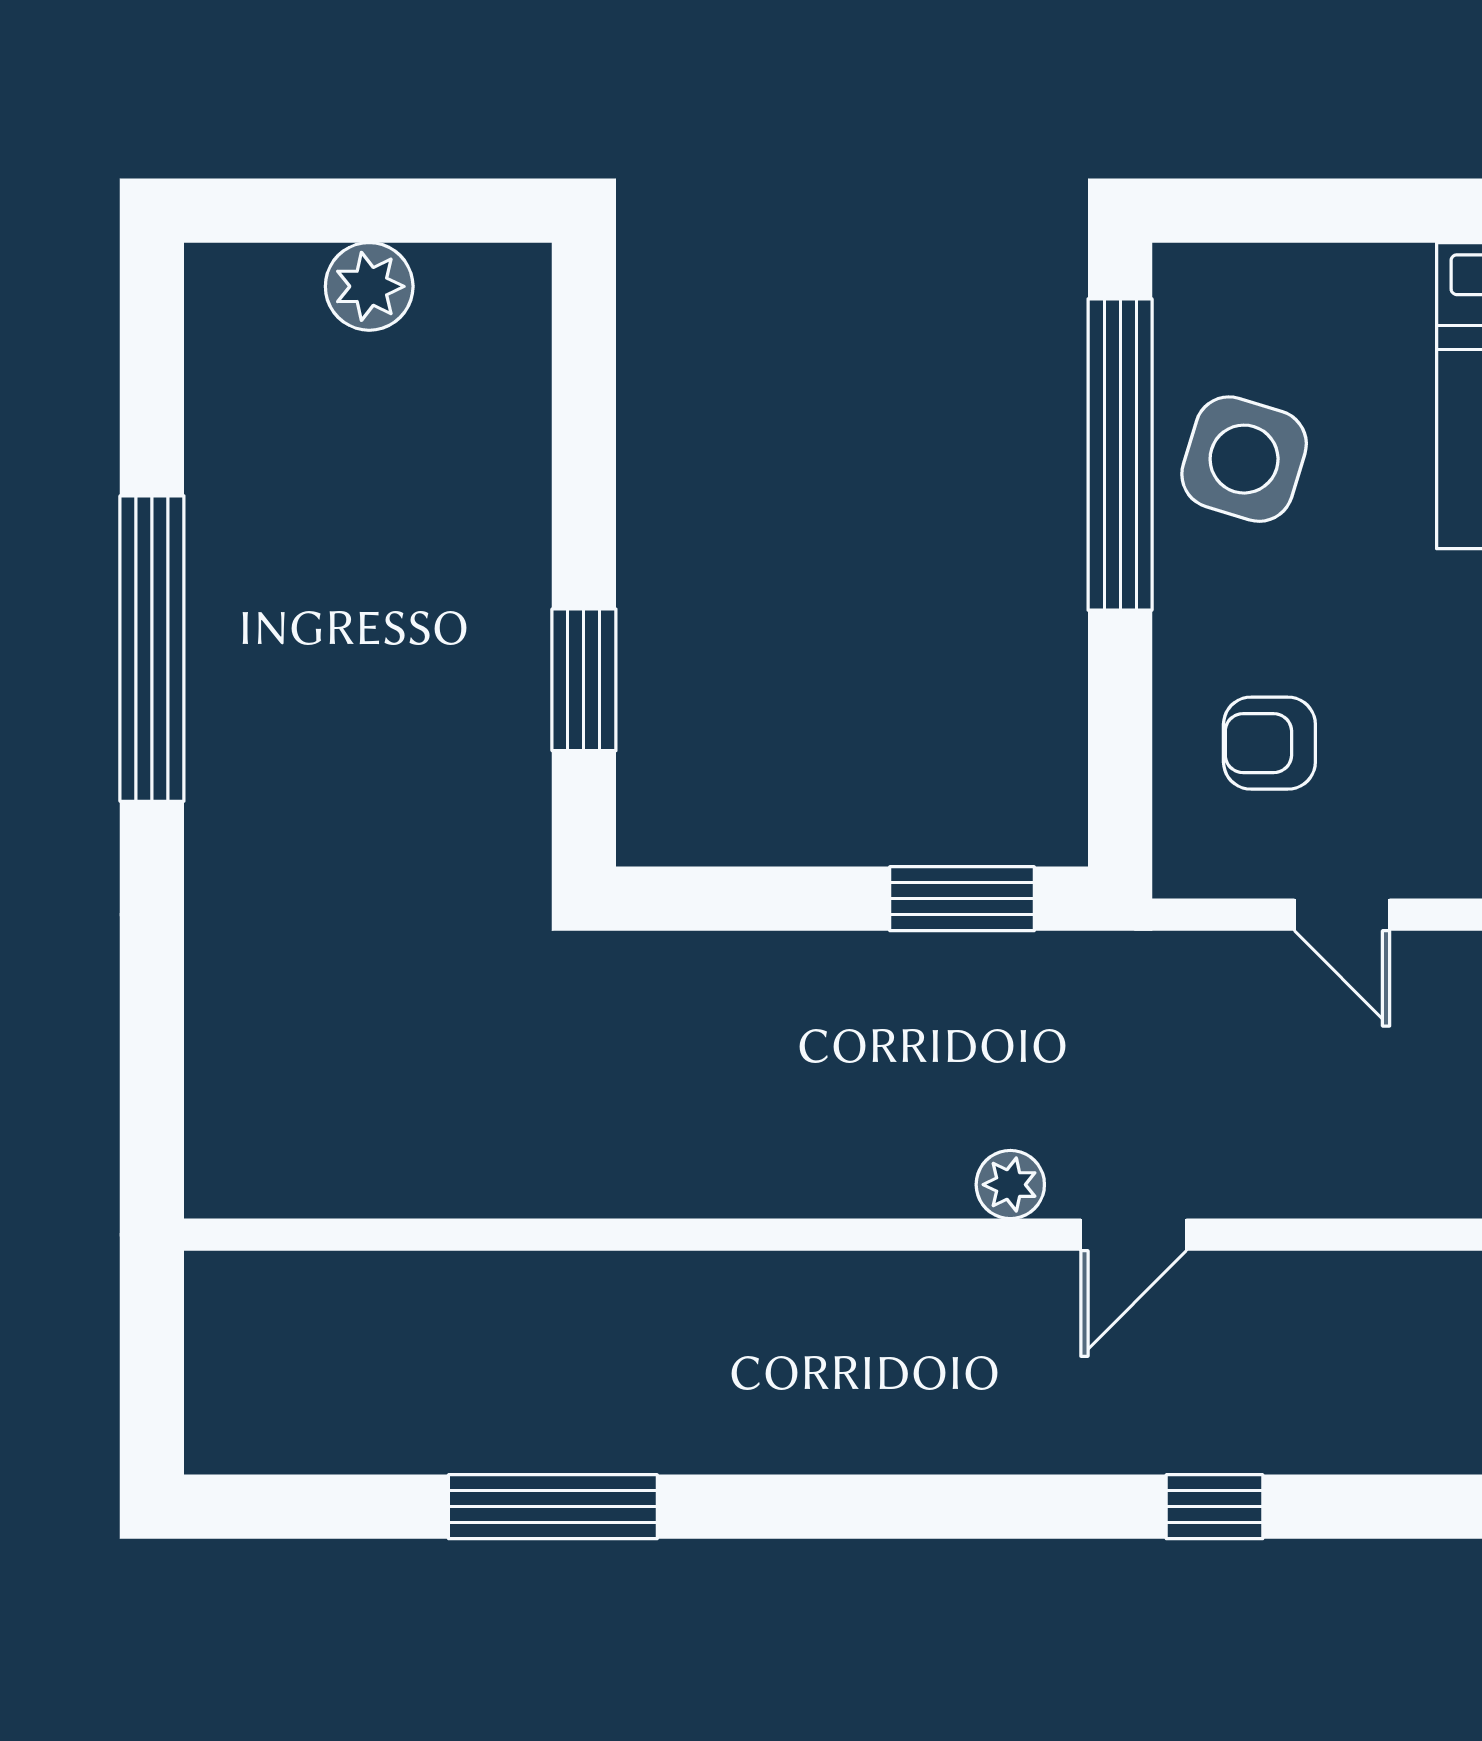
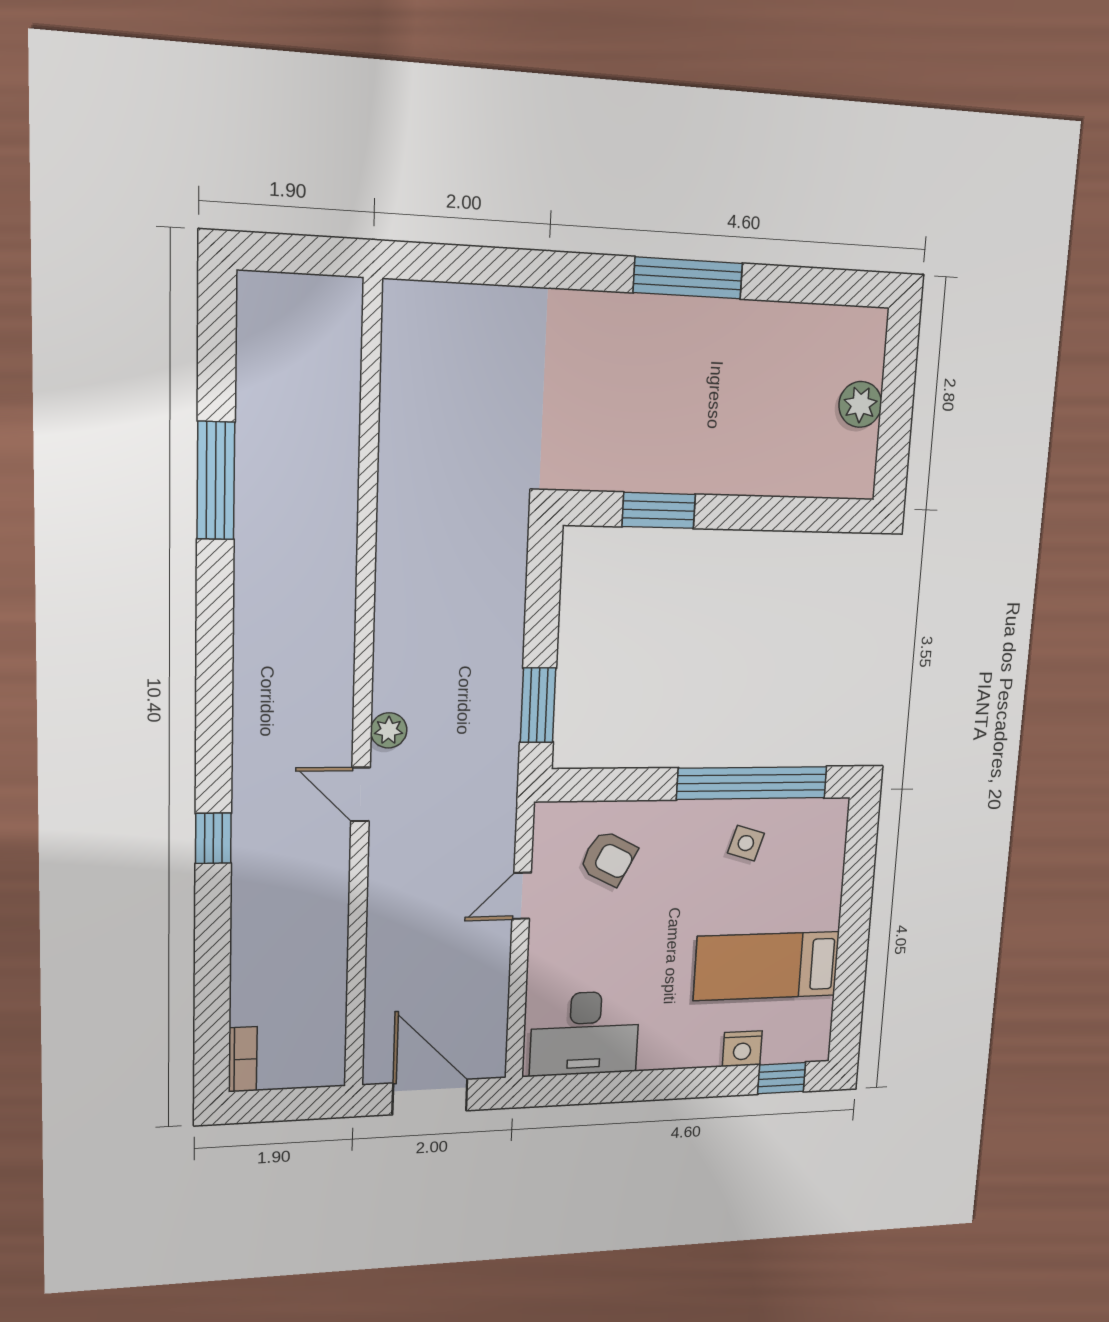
side table: (1244, 459) -> (746, 843), width x0.54, depth x0.54
window: (152, 649) -> (688, 278), width x0.68
armchair: (1269, 743) -> (608, 858), turned 117

